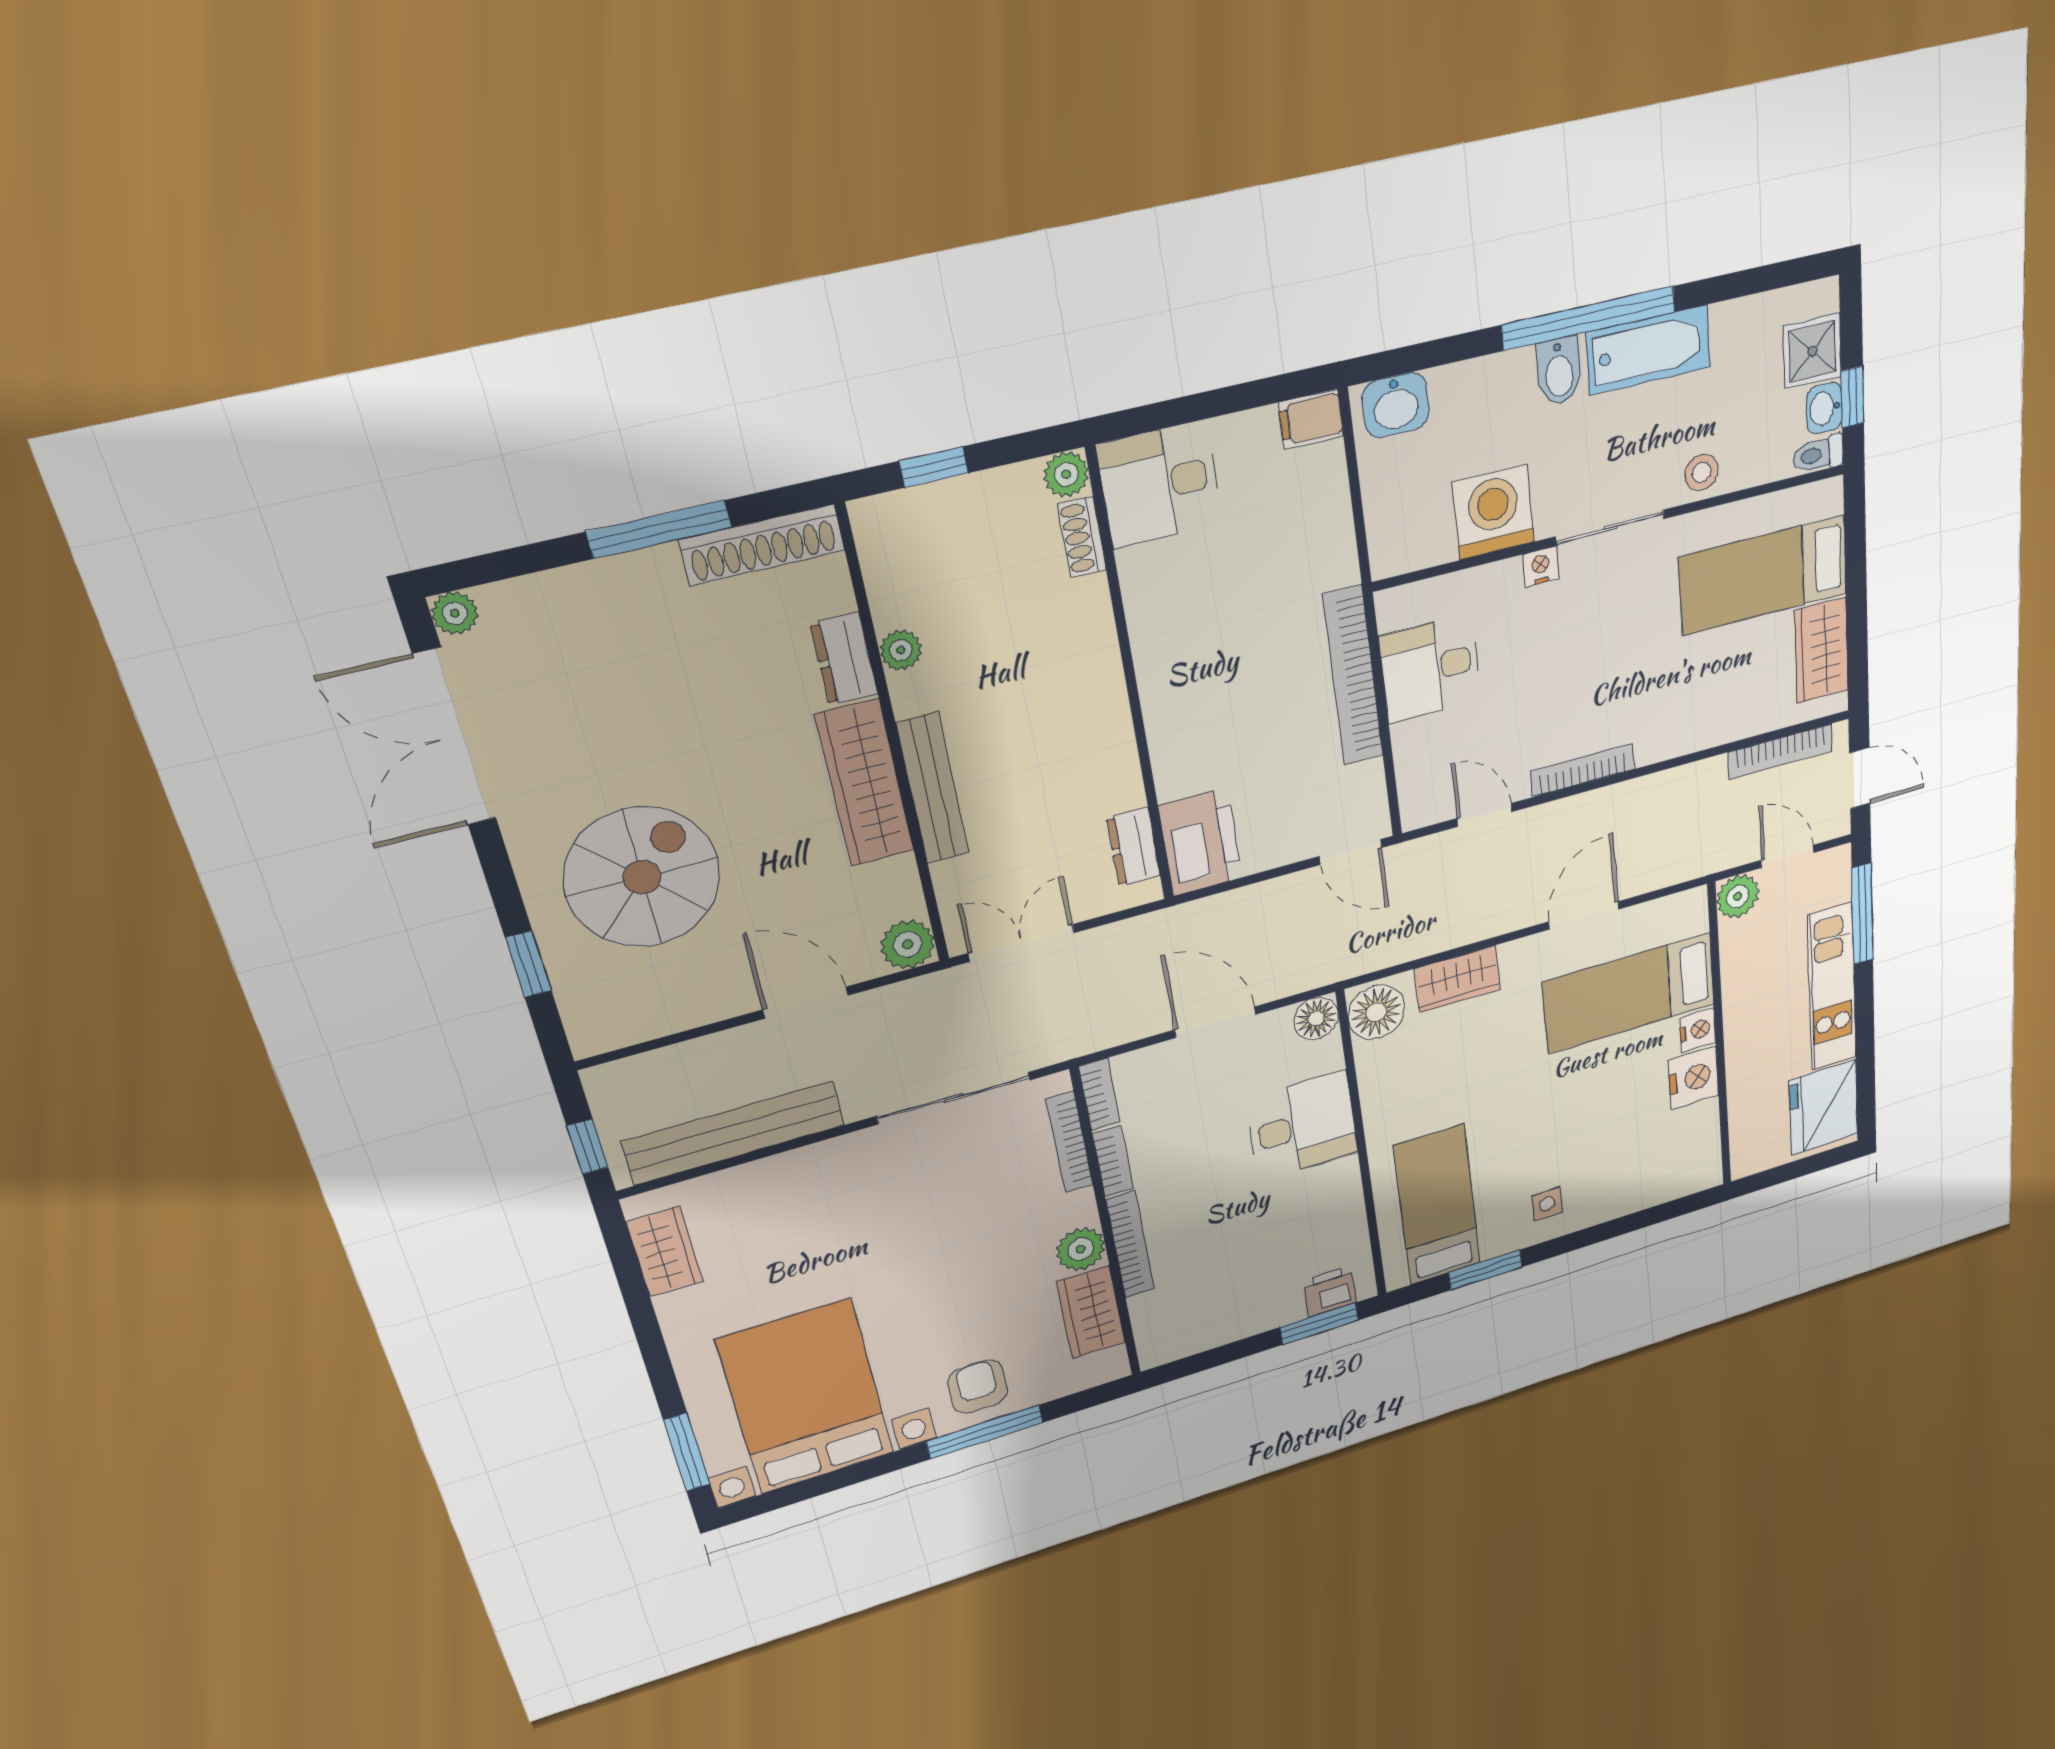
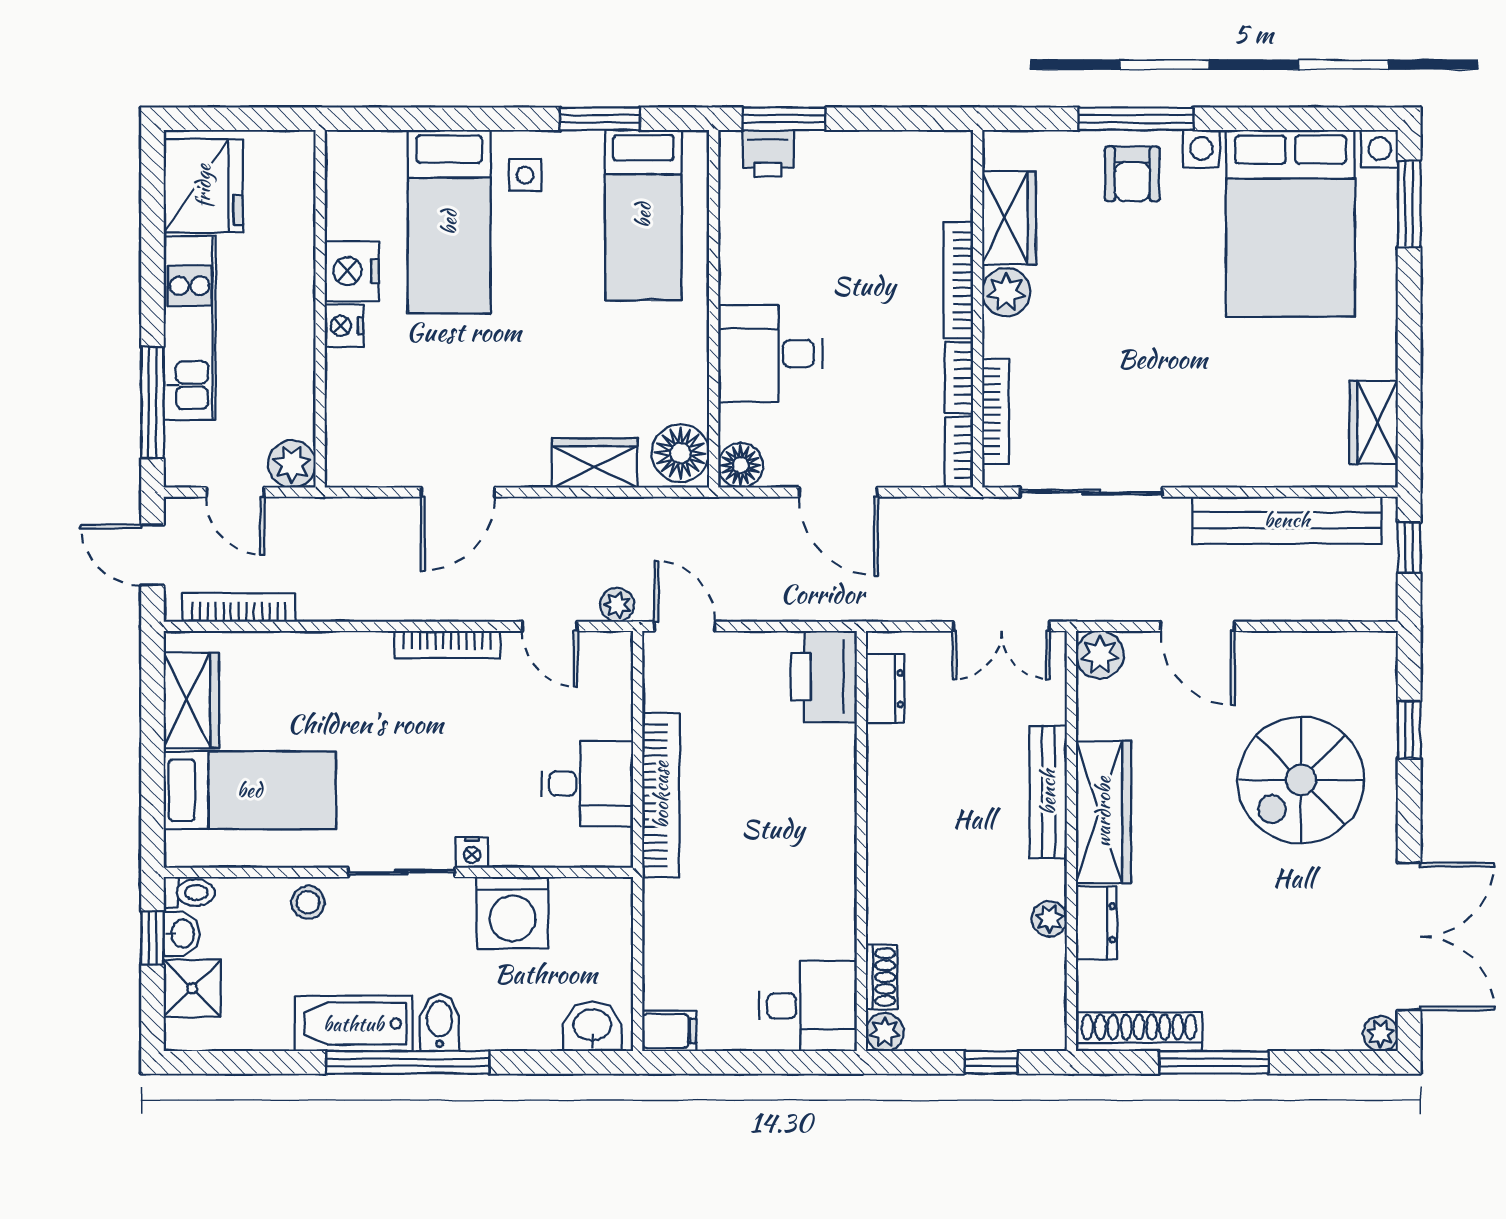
plant: (1421, 854) -> (617, 605), added
bed: (1629, 993) -> (449, 222), moved, turned 90

